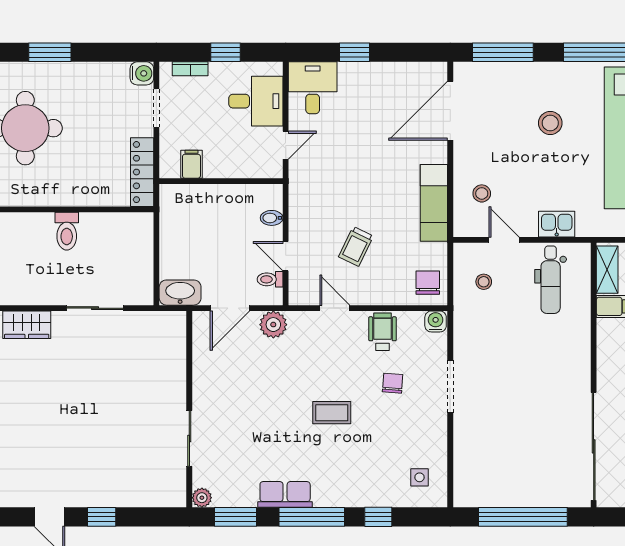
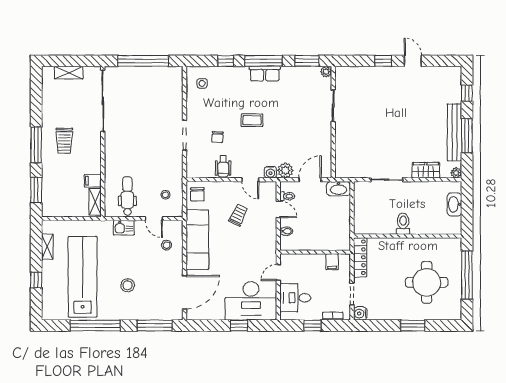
desk: (313, 88) -> (251, 301), width x1.87, depth x1.30
exam couch: (434, 203) -> (197, 240), width x1.36, depth x1.45
water cooler: (436, 321) -> (271, 172), moved
row of seats: (285, 494) -> (265, 74), moved

